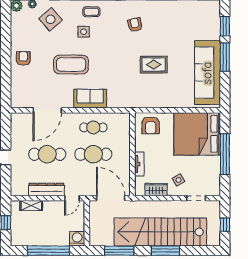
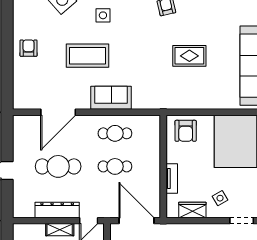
cafe table: (93, 154) -> (115, 166), width x0.73, depth x0.74
shelving: (31, 205) -> (60, 230), moved

